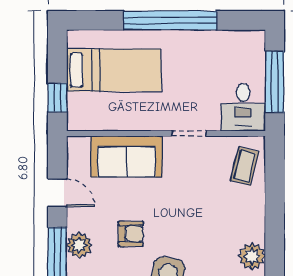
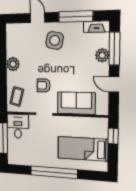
armchair: (131, 234) -> (44, 85), moved
plant: (252, 256) -> (13, 64), moved

